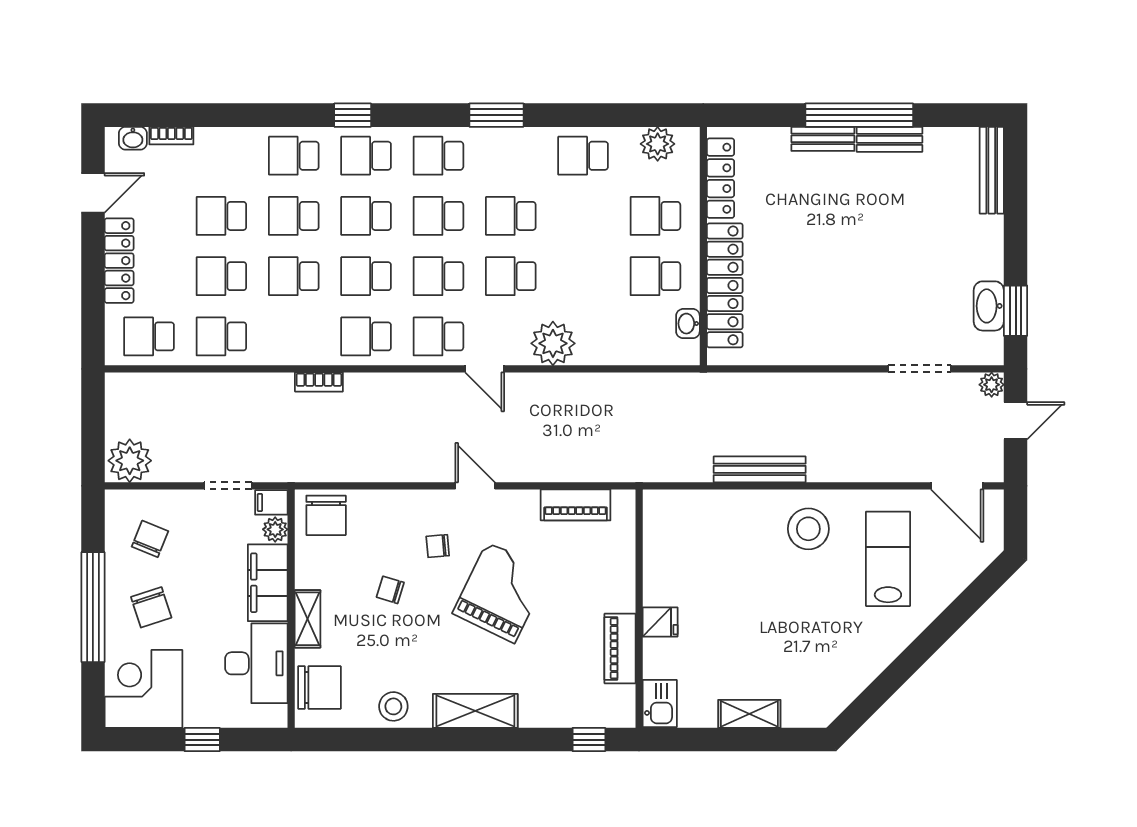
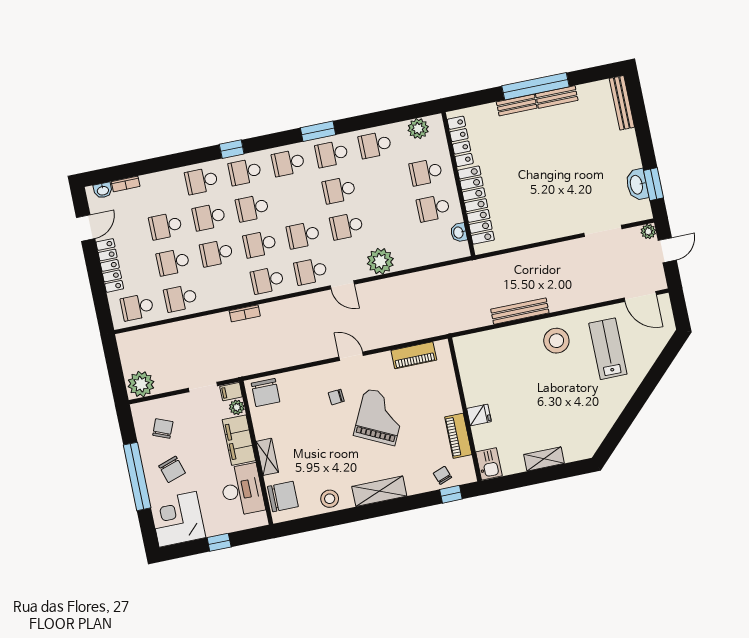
school desk: (438, 216) -> (332, 154), moved
chair: (390, 590) -> (442, 475), moved, turned 53

